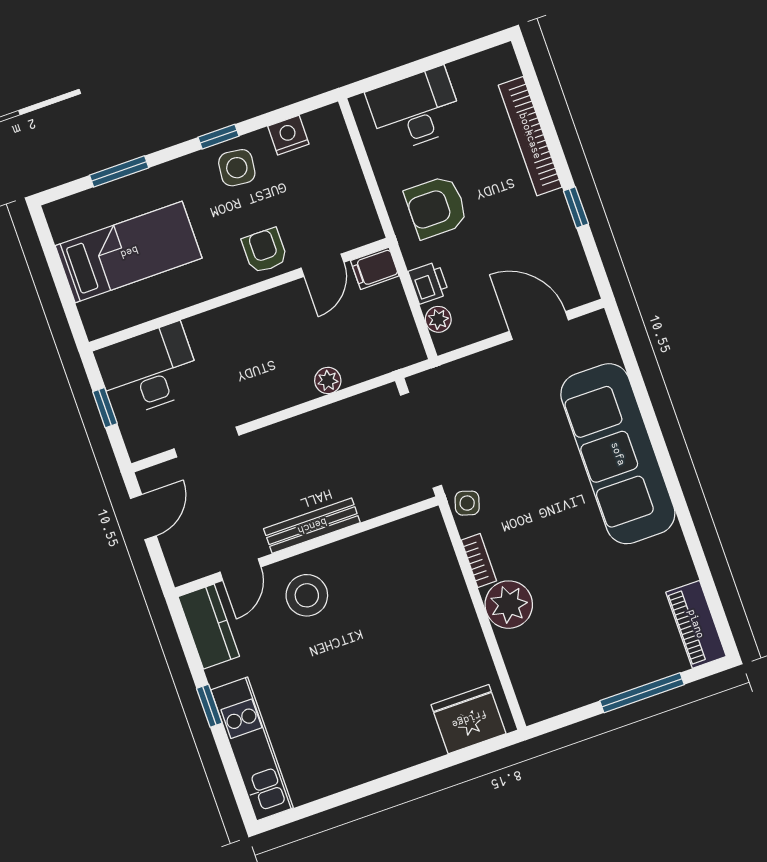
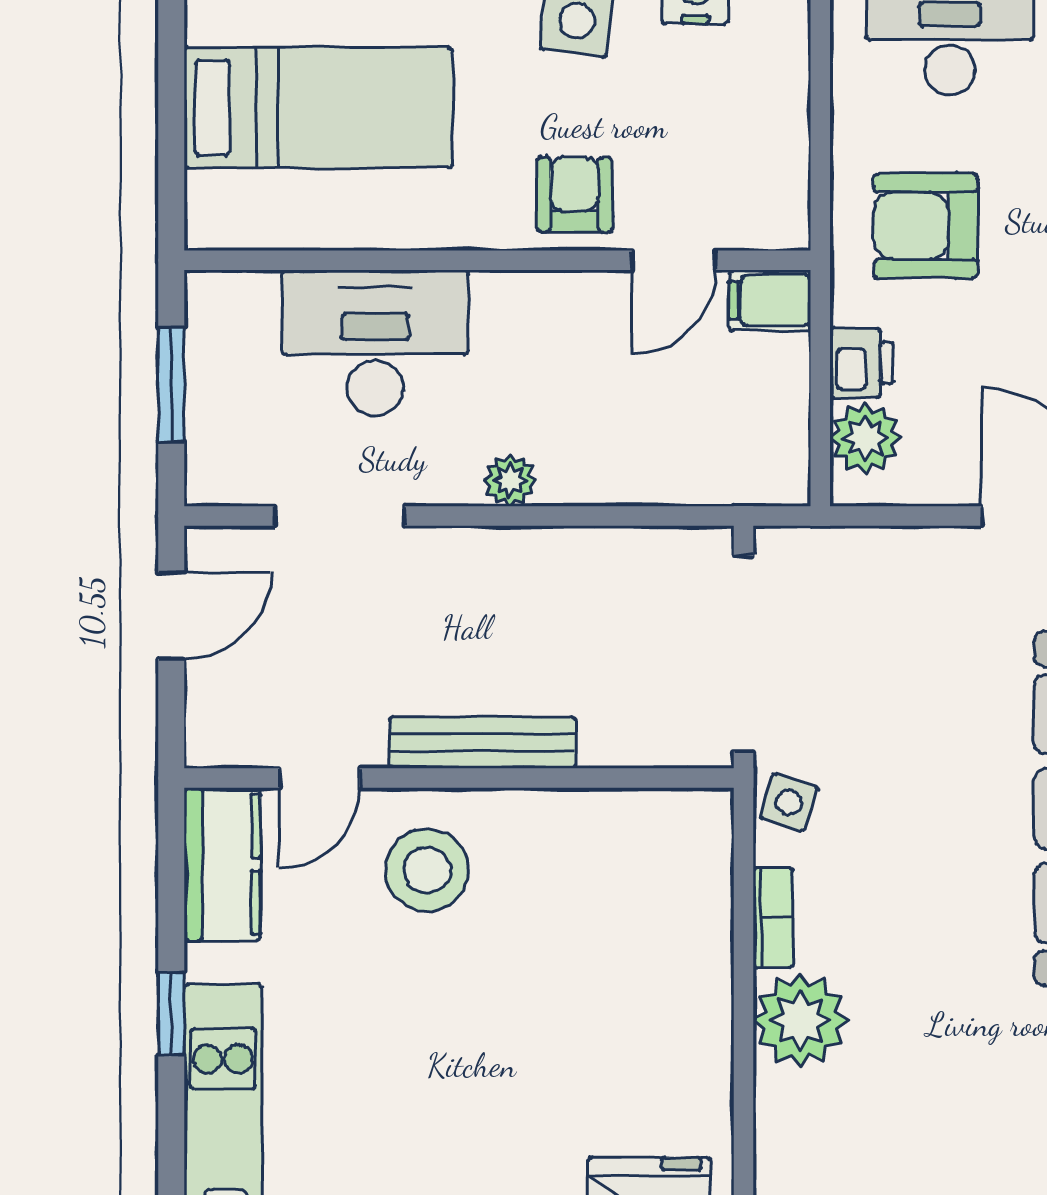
plant: (438, 319) -> (865, 438), width x1.38, depth x1.38
desk: (148, 370) -> (375, 343), moved
plant: (328, 380) -> (510, 480), moved
window: (105, 408) -> (171, 385), width x1.50

